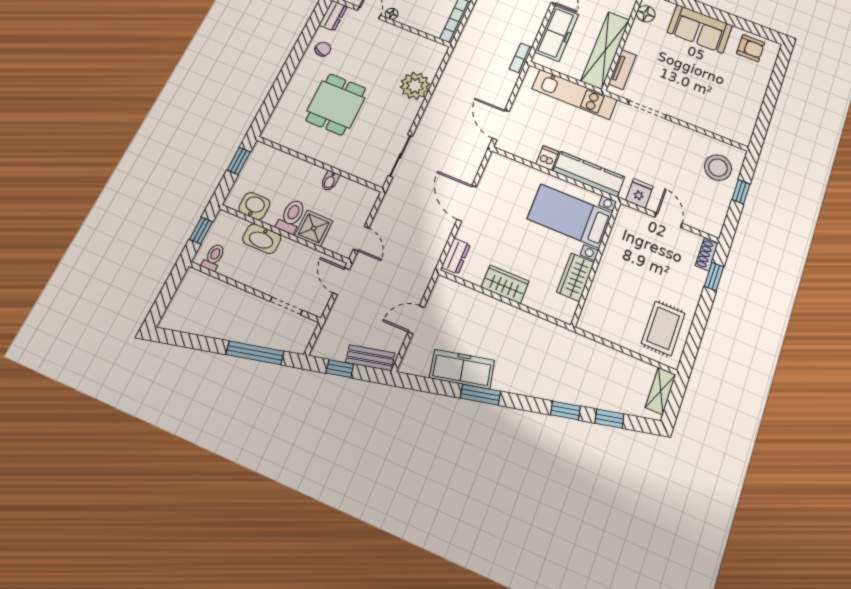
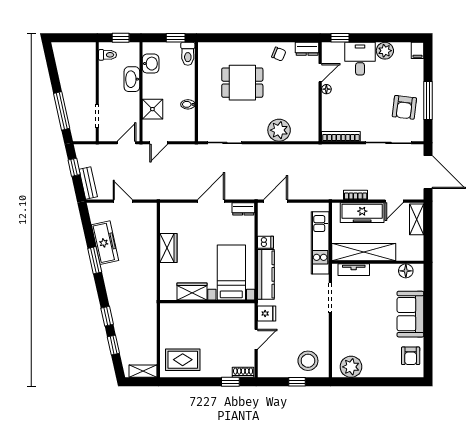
bookcase: (521, 58) -> (356, 195), moved
plant: (742, 120) -> (351, 367), added
toilet: (291, 216) -> (188, 54), moved, turned 90
dresser: (456, 256) -> (243, 209), moved

